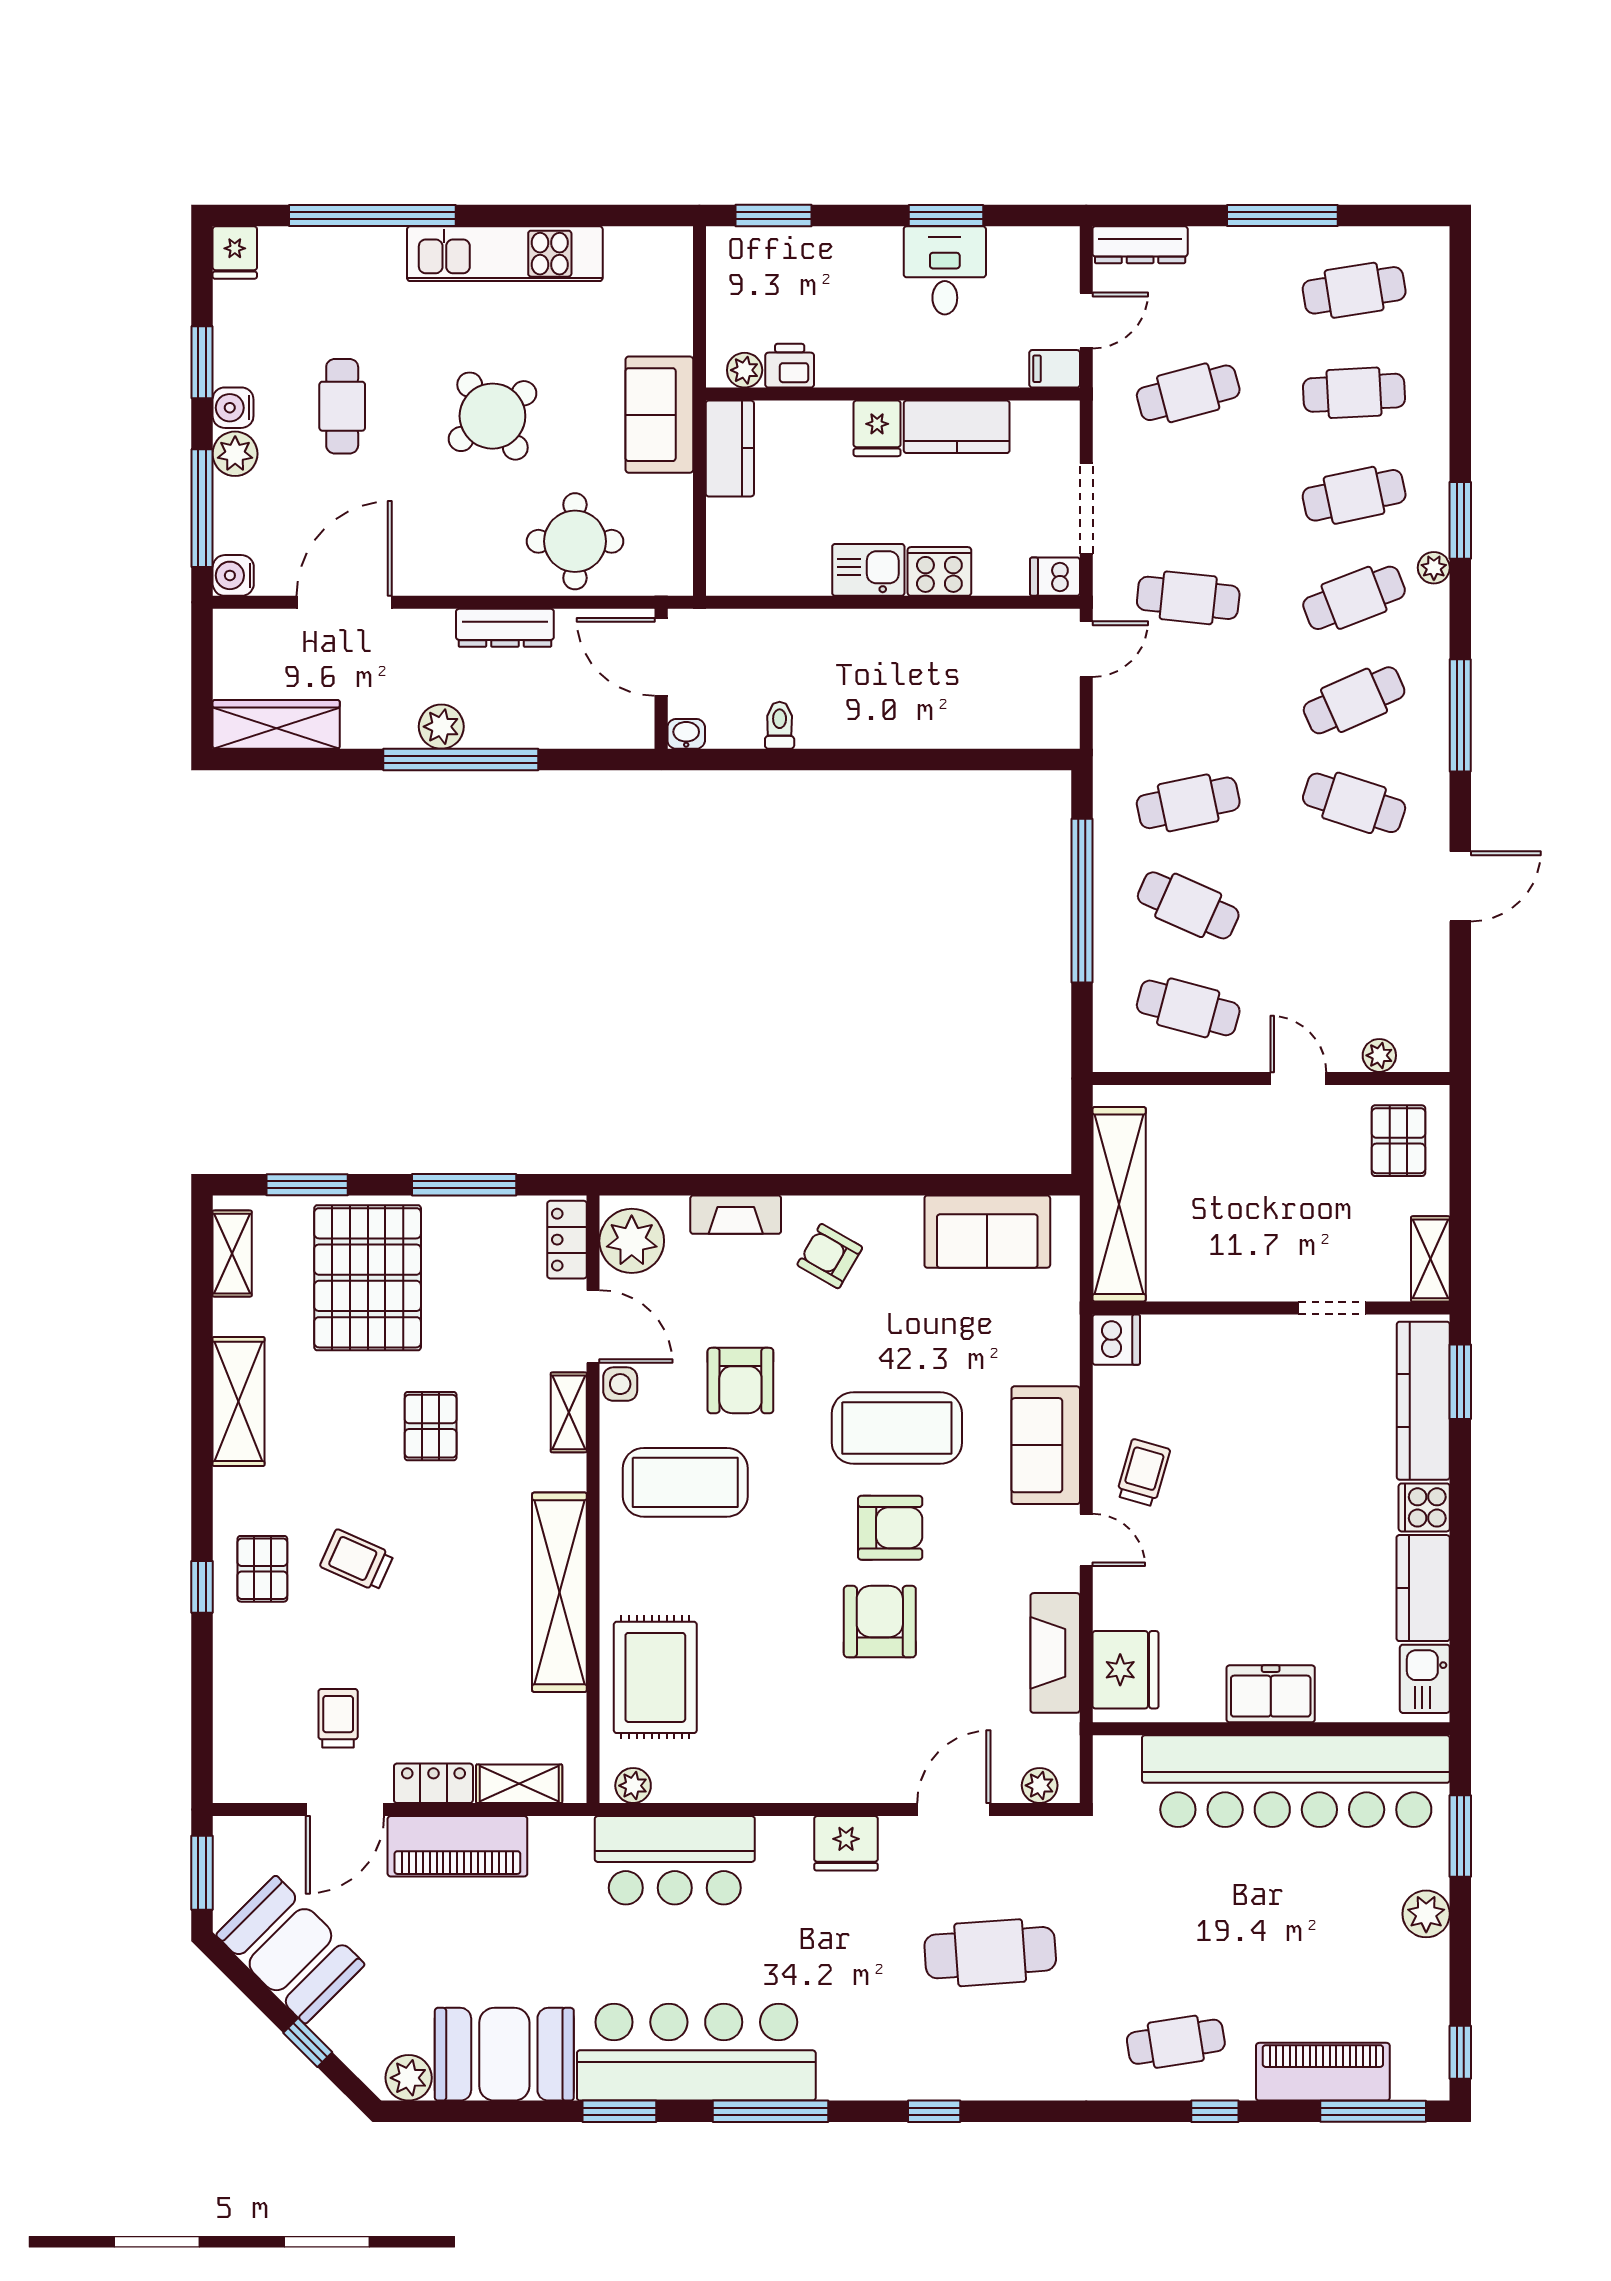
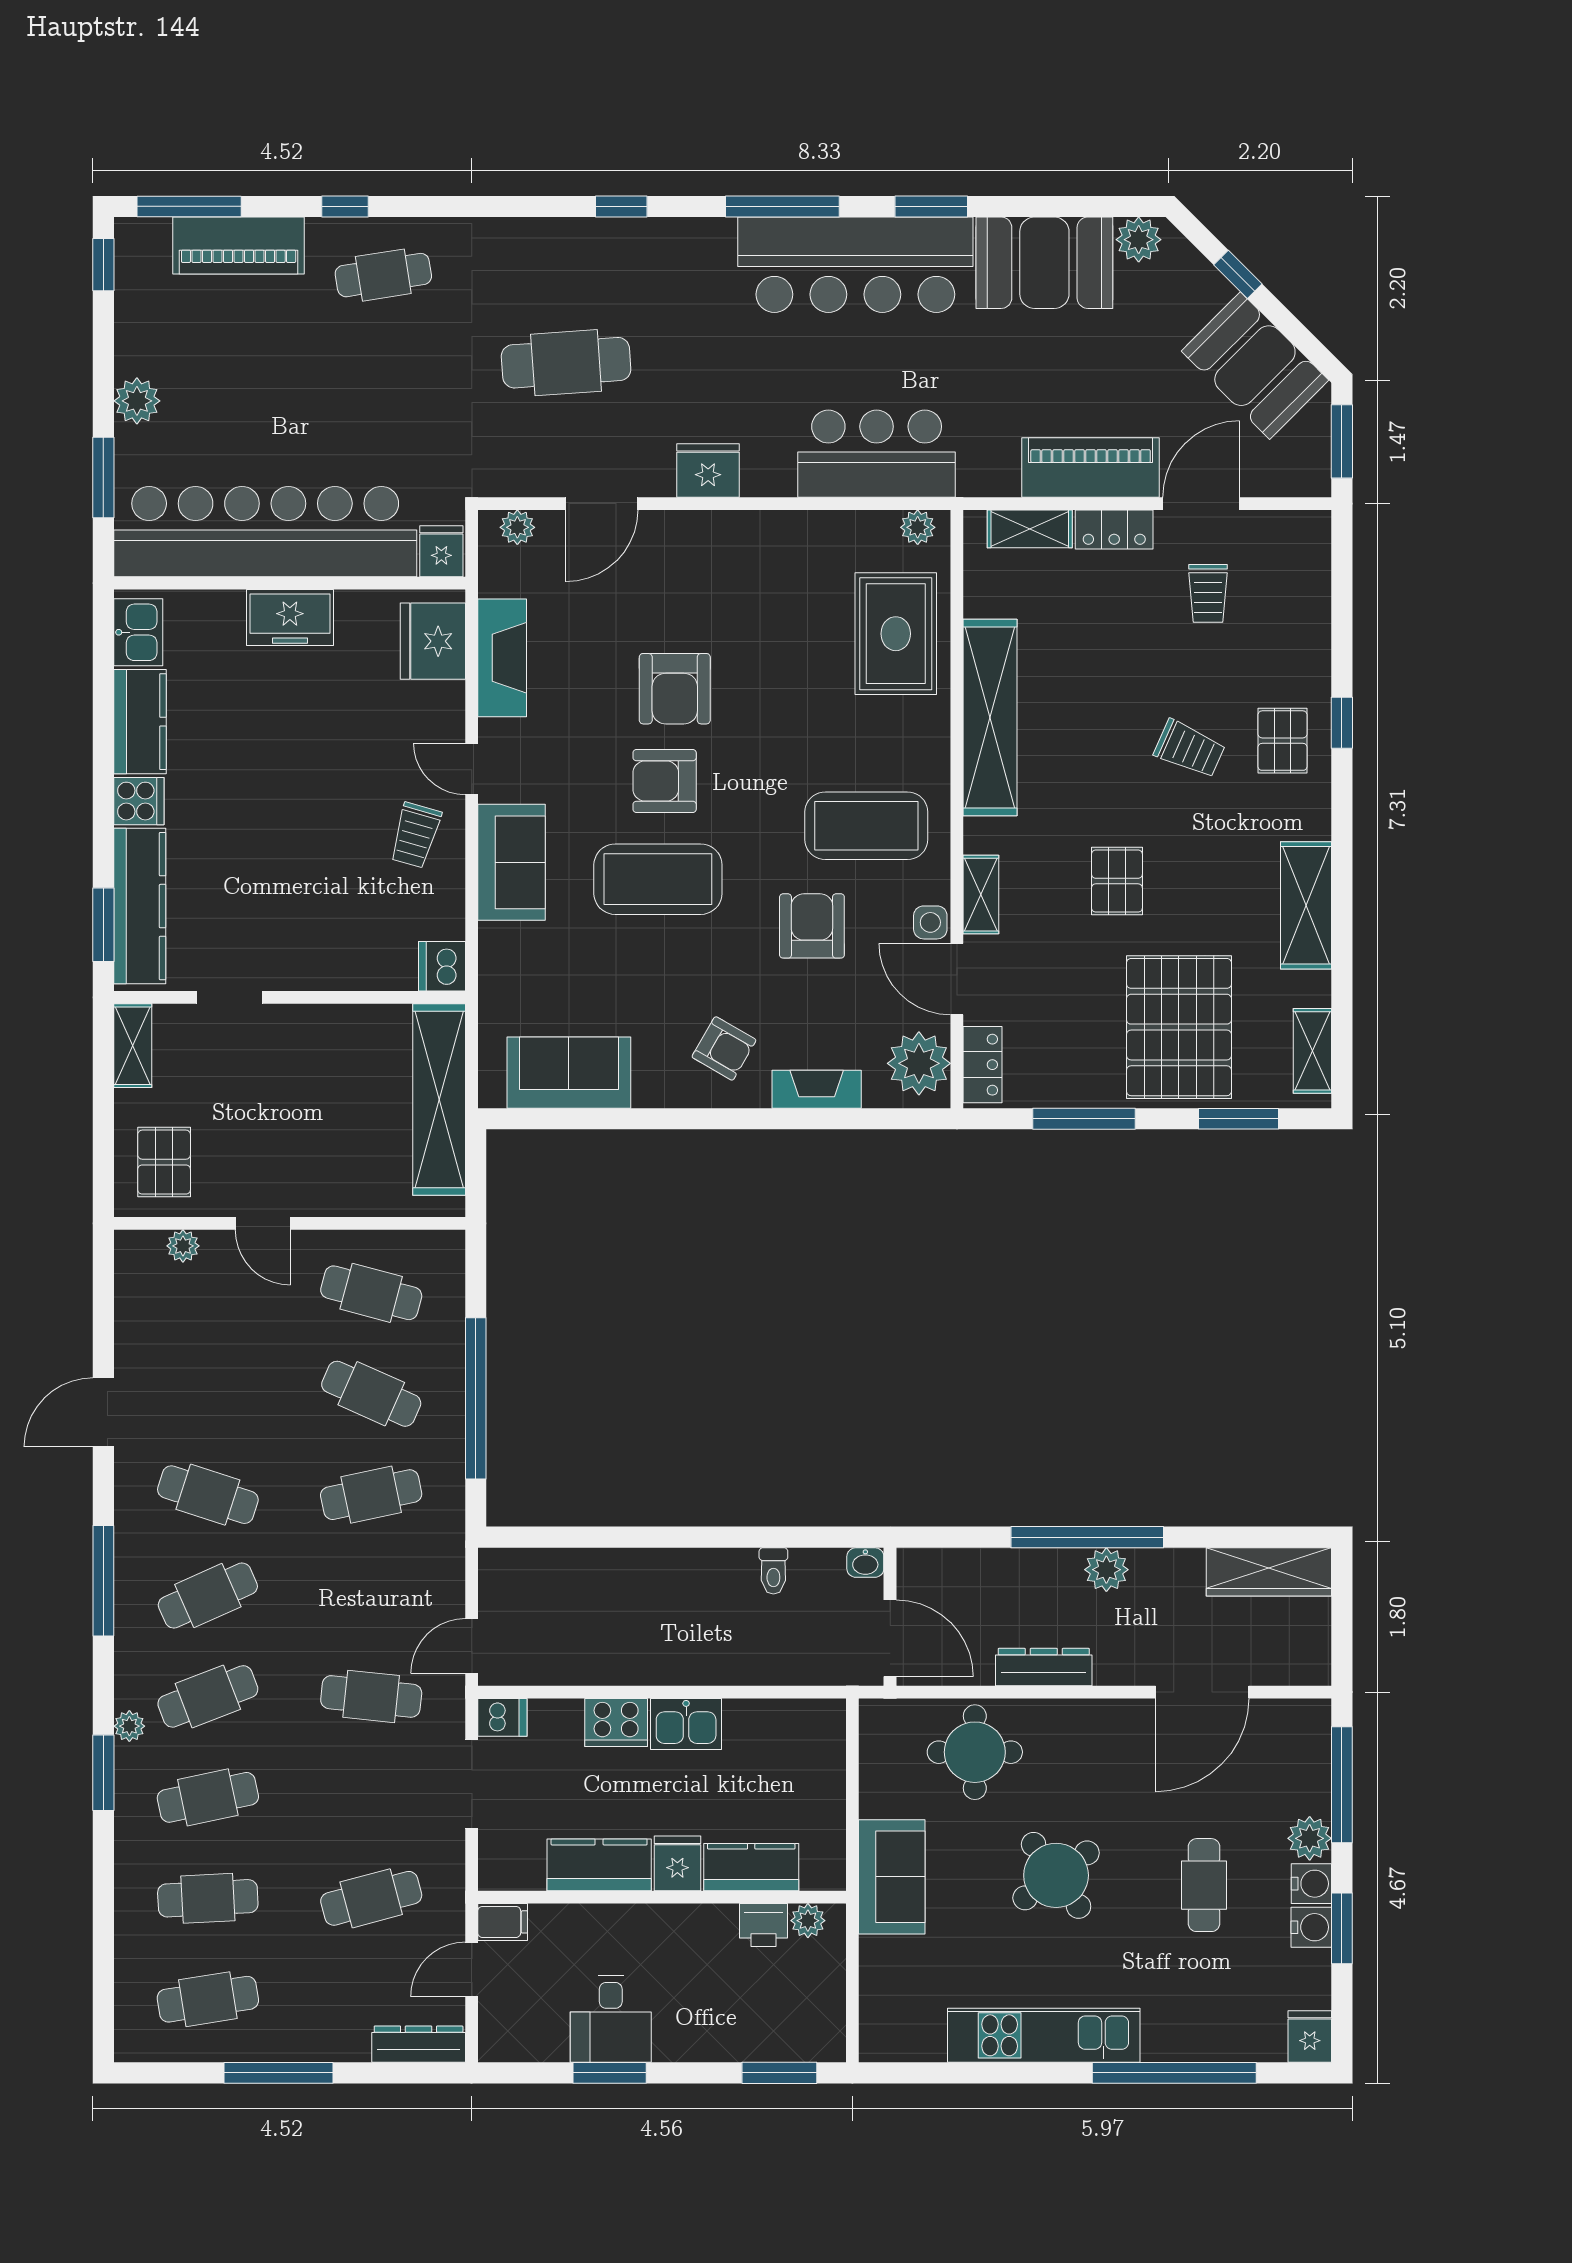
kitchen counter: (730, 448) -> (751, 1867), moved, turned 90
water cooler: (233, 575) -> (1311, 1927), moved
fridge: (1117, 1761) -> (441, 551), added

